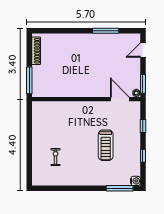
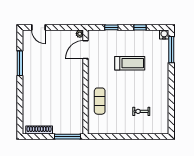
window: (143, 84) -> (71, 27), removed
exercise mat: (66, 114) -> (100, 101), added

